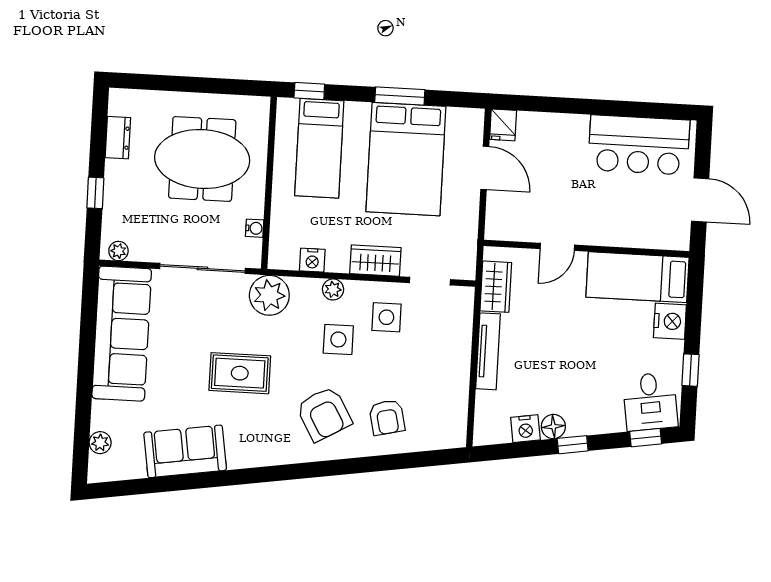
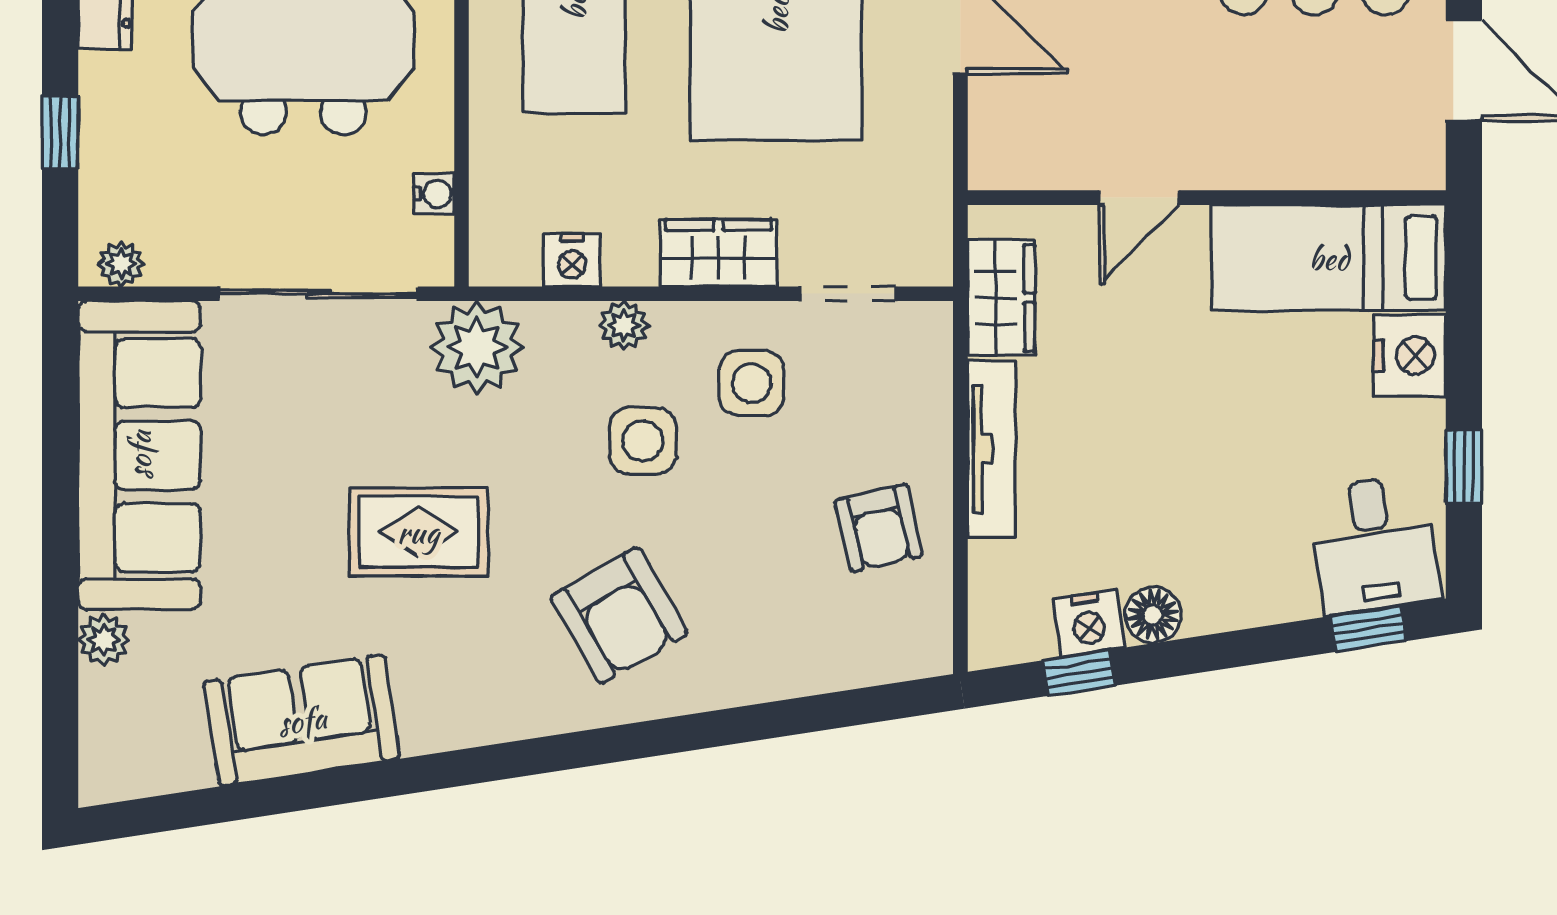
armchair: (387, 417) -> (879, 528), moved
plant: (100, 443) -> (104, 640), moved
window: (573, 445) -> (1079, 673), moved

